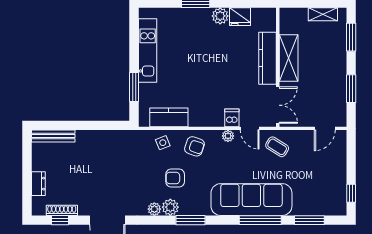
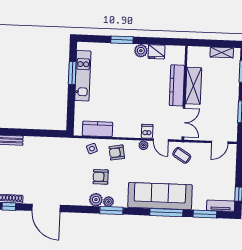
window: (134, 87) -> (72, 73), moved
armchair: (194, 146) -> (117, 153), turned 151
plant: (154, 209) -> (108, 202), moved
tv unit: (329, 209) -> (221, 206), added

